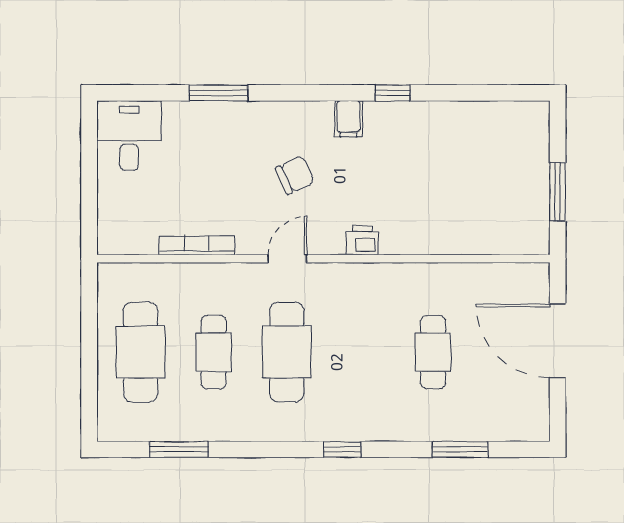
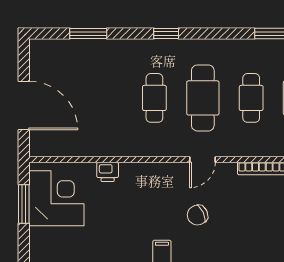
corner desk: (508, 200) -> (56, 198), added
printer: (362, 240) -> (108, 172), moved
cafe table: (433, 352) -> (154, 98), moved

